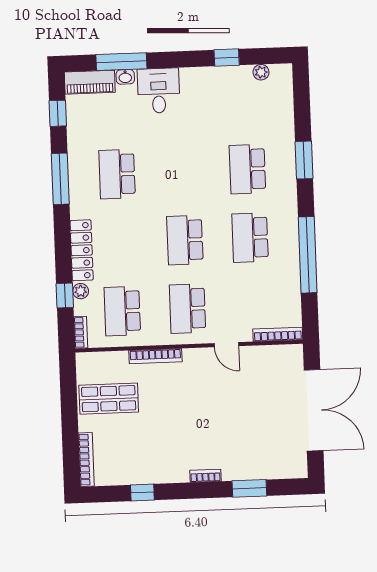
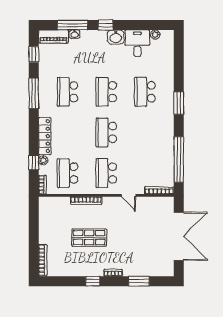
window: (227, 58) -> (106, 25), moved
washbasin: (195, 79) -> (116, 37), added
desk: (159, 91) -> (137, 43), moved
window: (304, 160) -> (179, 103), moved
school desk: (250, 238) -> (106, 92), moved
window: (308, 255) -> (179, 160), moved
shop shelf: (109, 399) -> (89, 237), moved
window: (142, 492) -> (93, 281), moved

